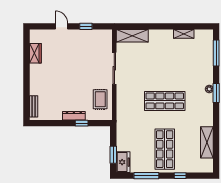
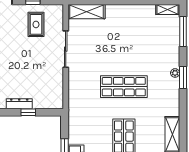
shelving: (184, 34) -> (167, 9), moved
rug: (100, 99) -> (36, 24), moved

